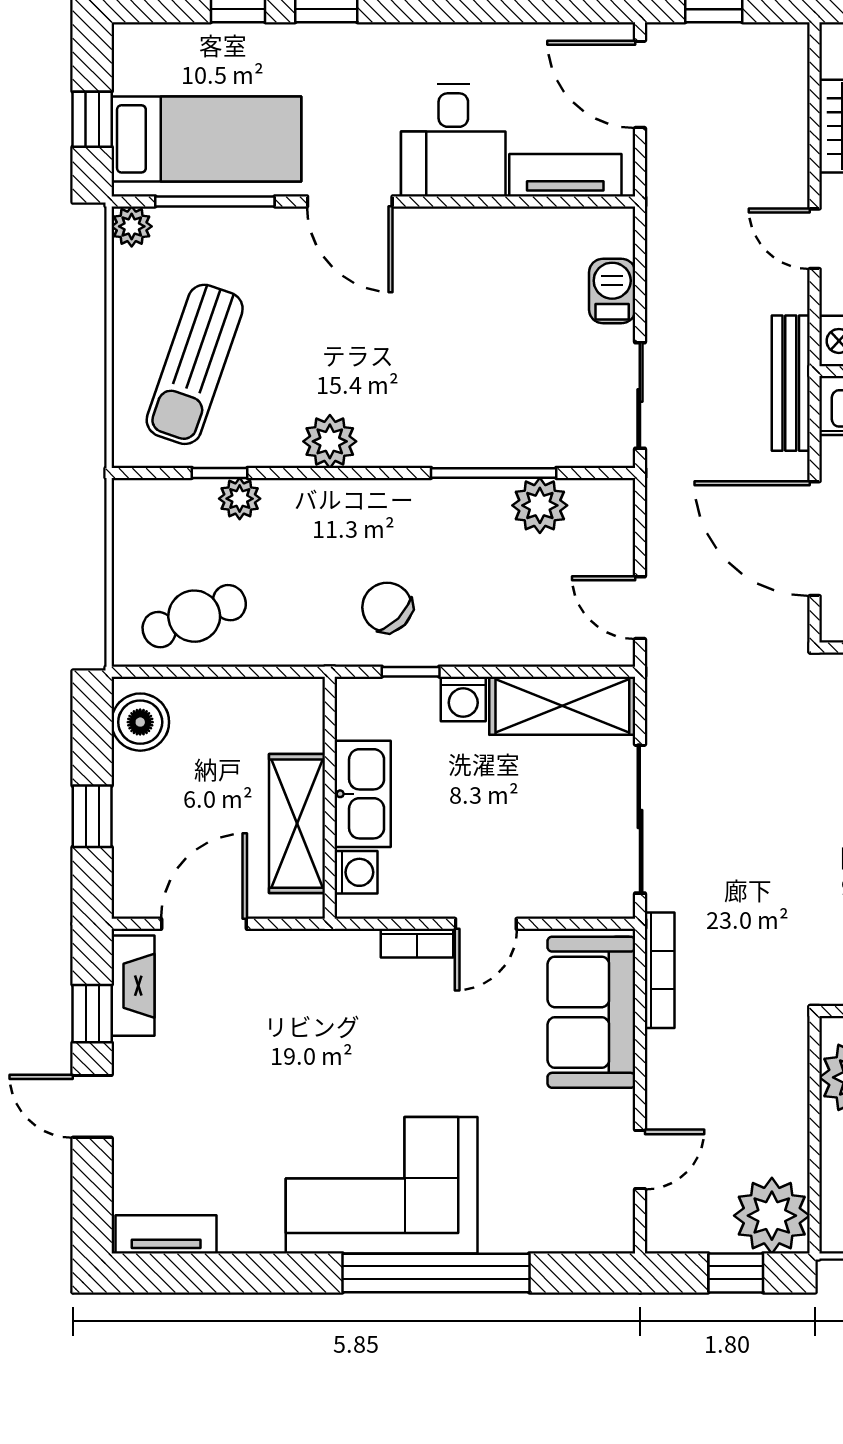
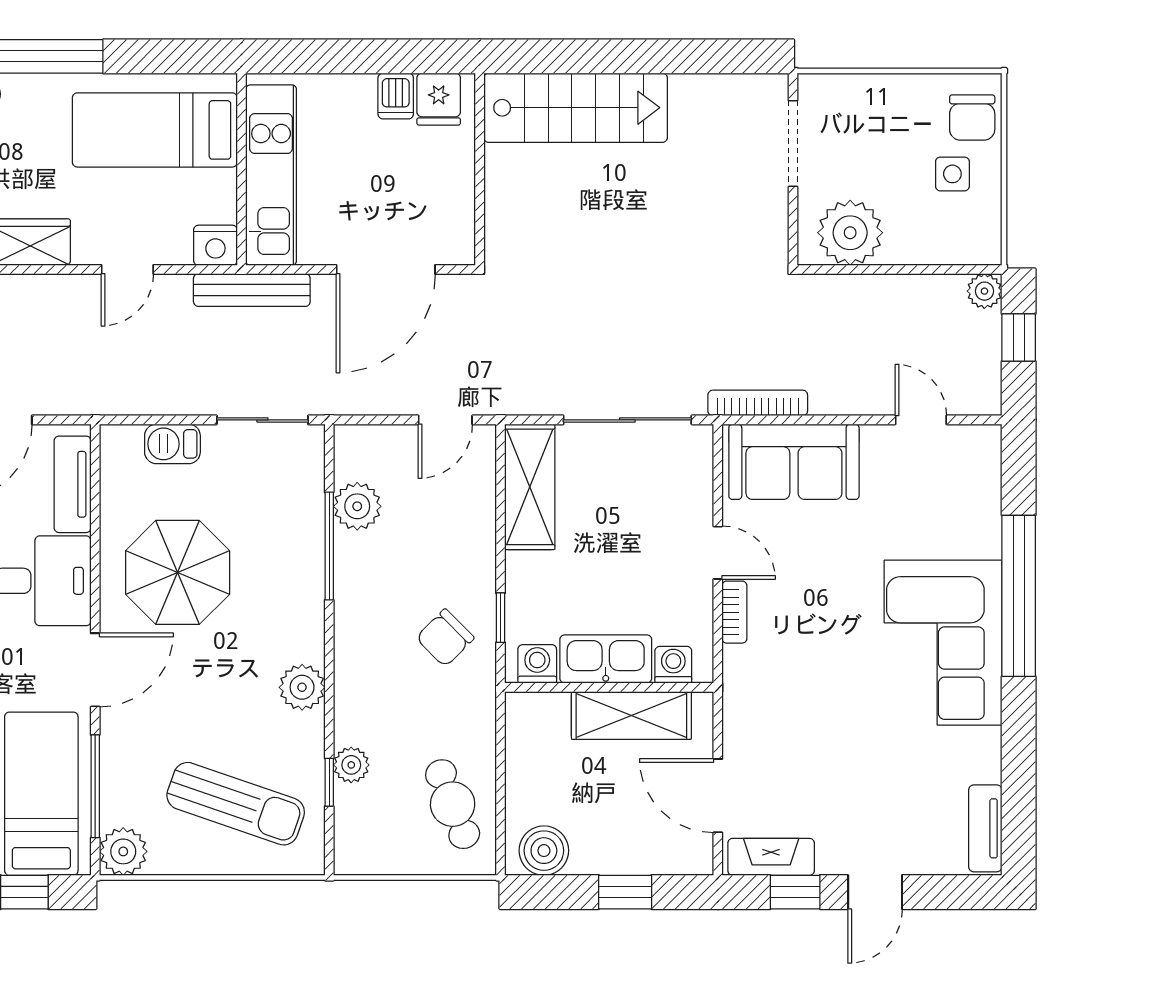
plant: (132, 226) -> (123, 851), width x1.38, depth x1.38
parasol: (463, 297) -> (178, 572), added
washing machine: (463, 699) -> (537, 664), moved, turned -90
plant: (772, 1216) -> (984, 291), width x0.53, depth x0.53

